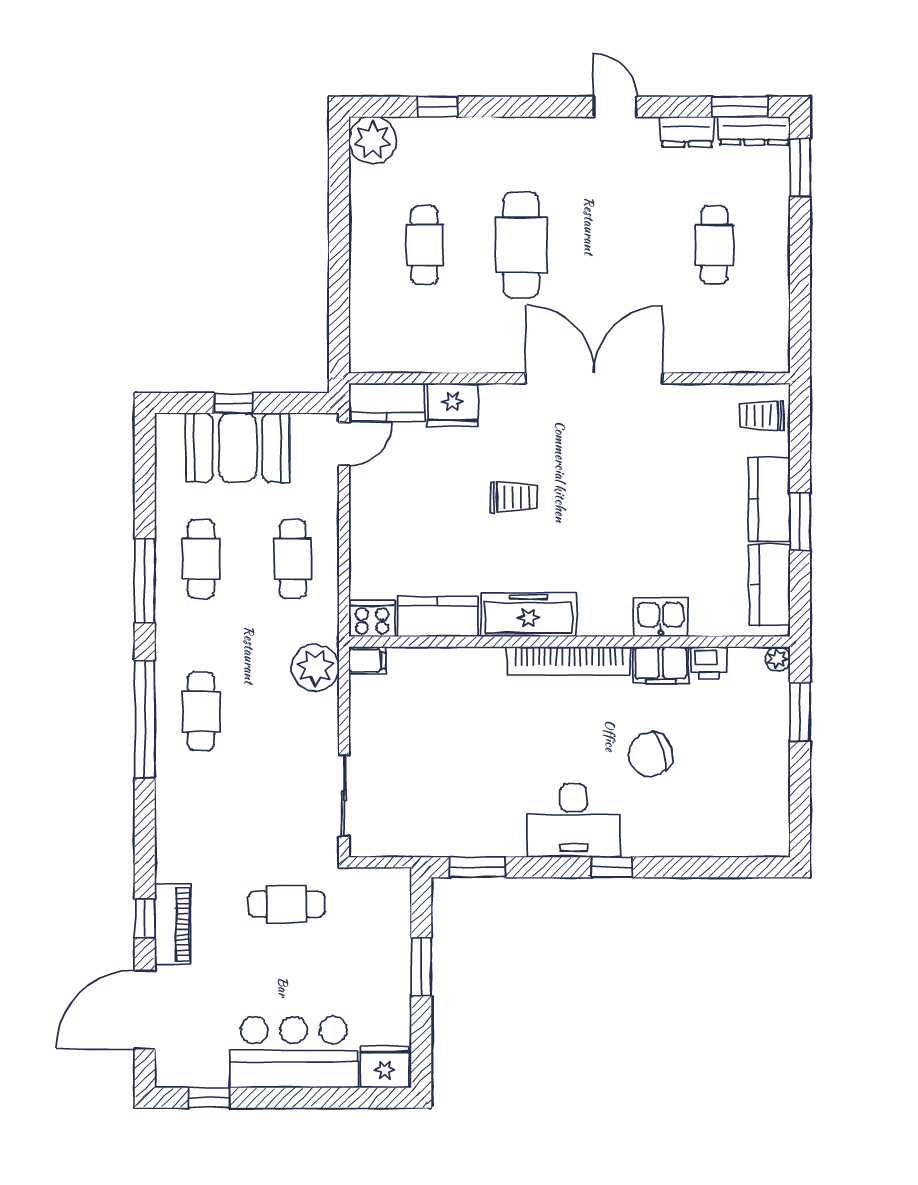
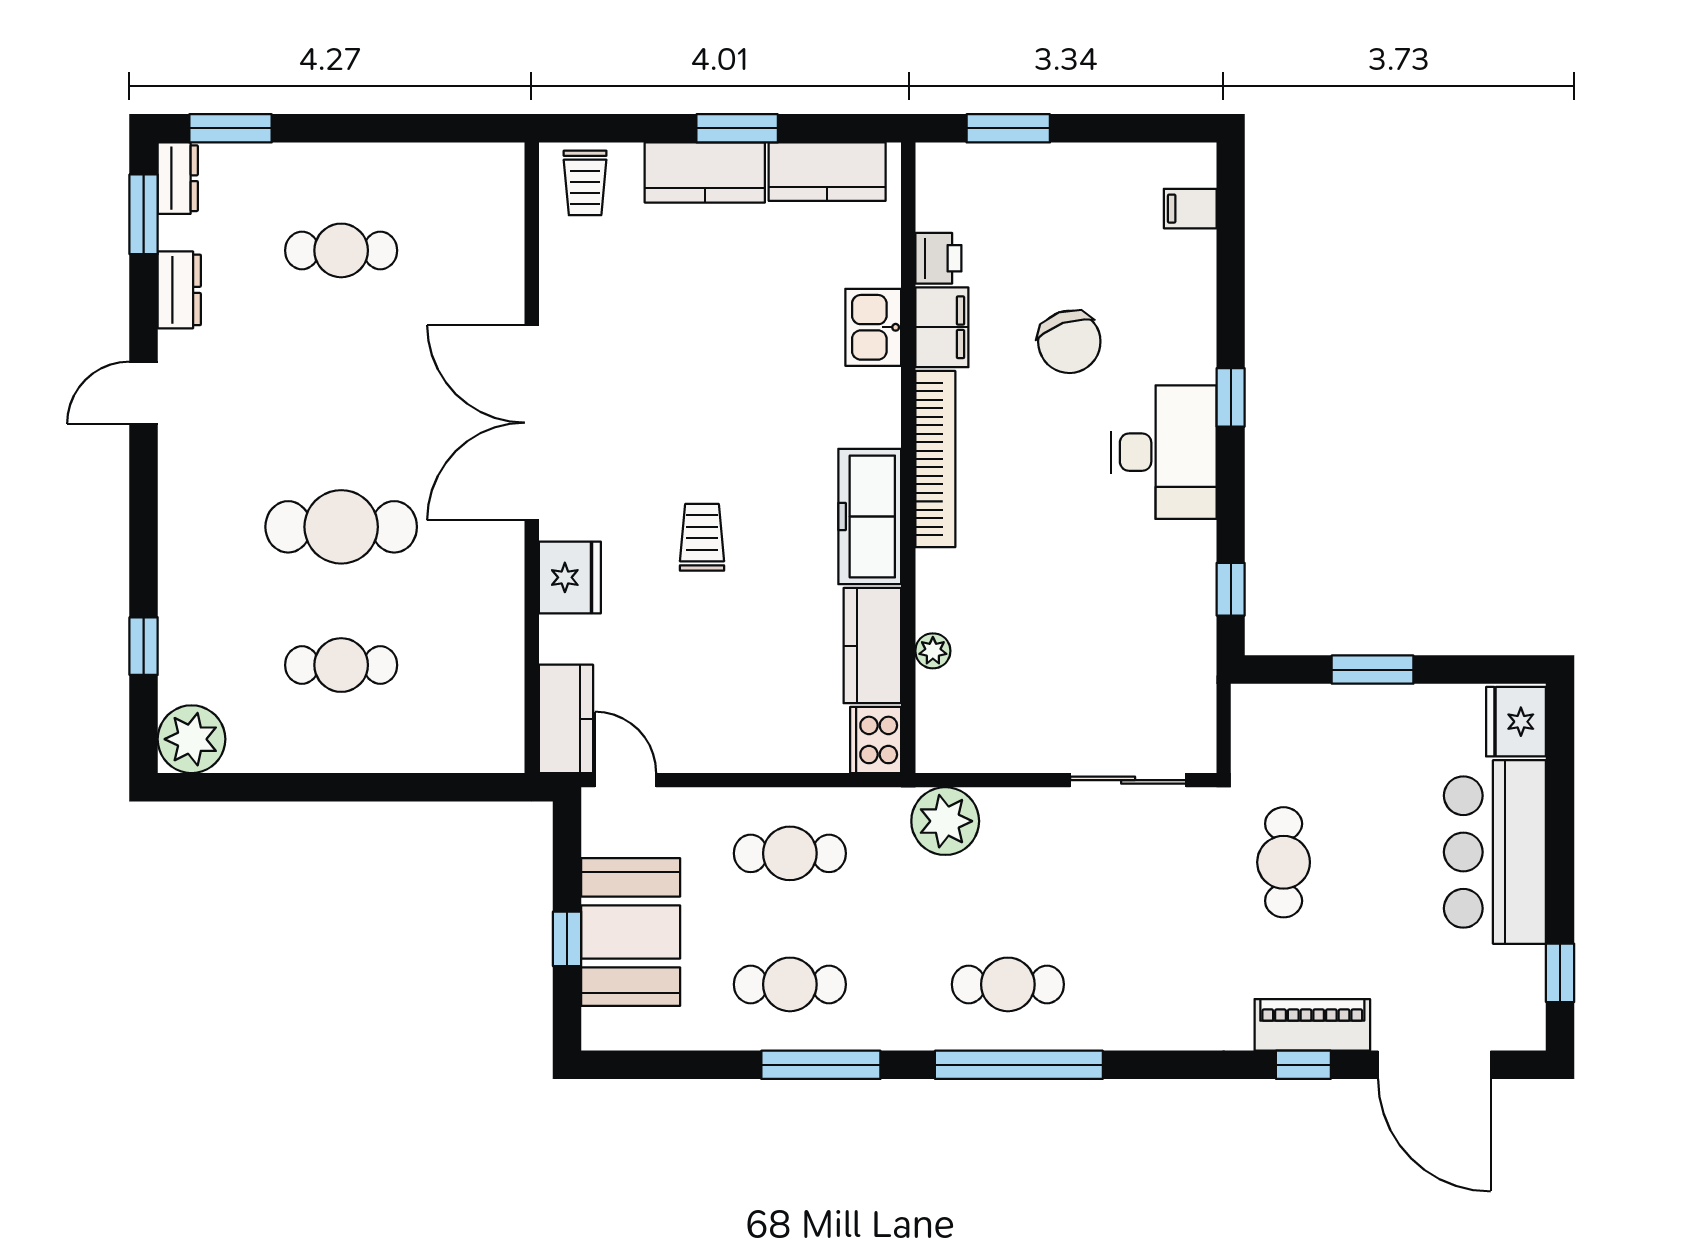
dresser: (754, 131) -> (178, 178), width x0.70
fridge: (453, 405) -> (570, 577), moved
plant: (778, 659) -> (933, 651), moved
filing cabinet: (367, 660) -> (1190, 209), moved, turned -90
window: (477, 867) -> (1231, 589), width x0.67

